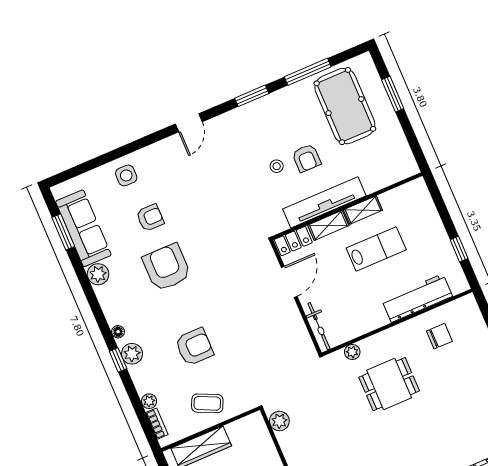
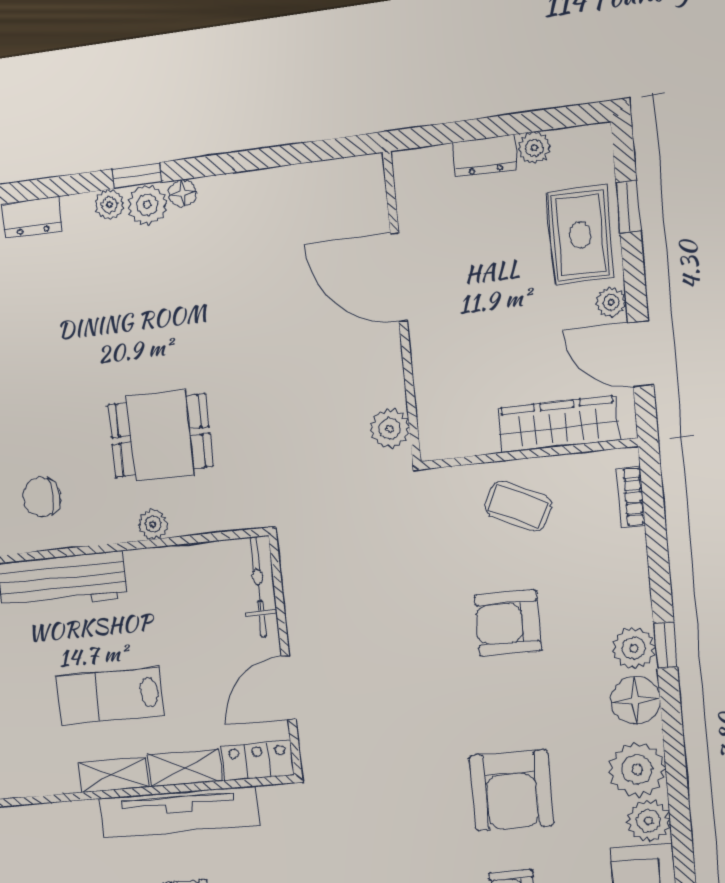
floor lamp: (118, 332) -> (635, 700), width x1.89, depth x1.89
plant: (352, 352) -> (153, 524), moved
plant: (149, 401) -> (637, 770), moved, width x1.88, depth x1.88

